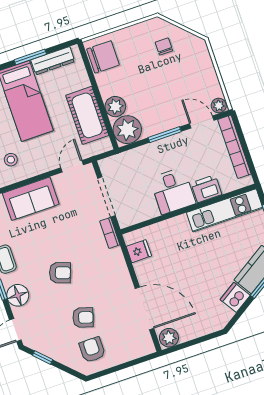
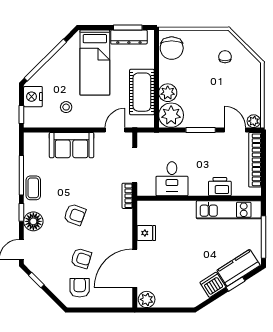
window: (30, 57) -> (128, 28), moved
chair: (103, 57) -> (172, 48), turned 90
desk: (173, 191) -> (172, 179), moved
fridge: (139, 251) -> (146, 233), moved
door: (145, 308) -> (135, 268), swing flipped

